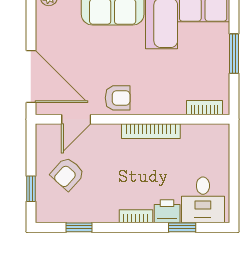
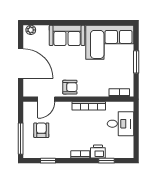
door: (31, 76) -> (21, 64), moved
armchair: (67, 174) -> (41, 130), turned 138
window: (31, 189) -> (21, 139), width x2.17
desk: (203, 200) -> (120, 124), moved, turned -90

